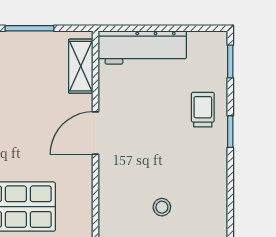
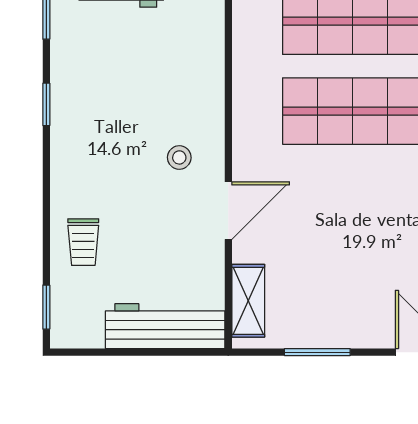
window: (230, 132) -> (46, 104), moved
stool: (162, 207) -> (179, 157), moved

